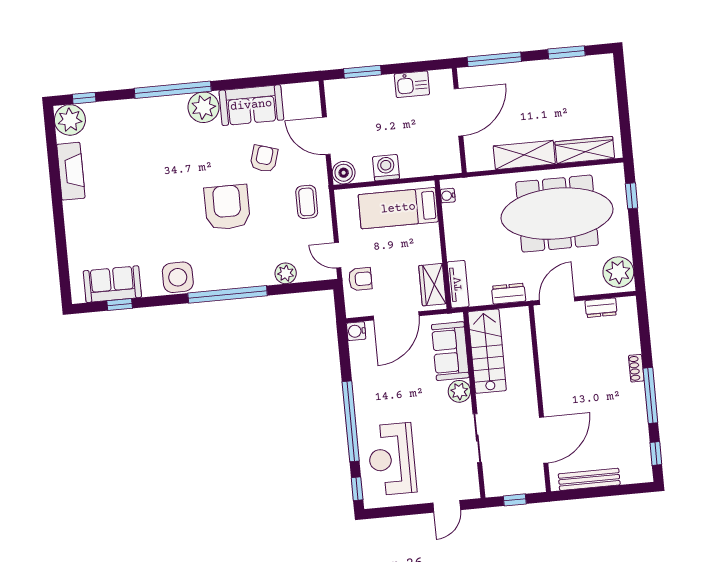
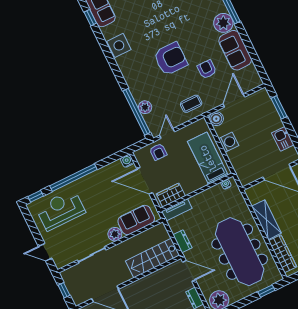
armchair: (264, 159) -> (207, 69), turned -107
window: (228, 294) -> (137, 112), moved
stairs: (487, 351) -> (153, 258), moved, turned 180

